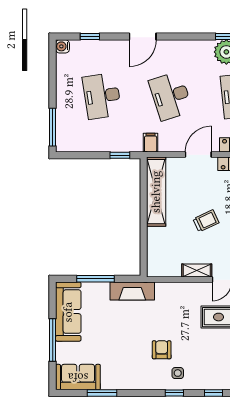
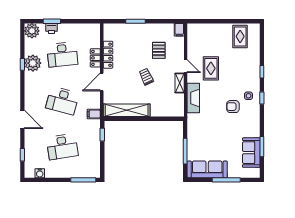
water cooler: (62, 46) -> (40, 173), moved
desk: (171, 96) -> (62, 101), turned 33
door: (198, 155) -> (102, 82), hinge flipped
fireplace: (132, 291) -> (193, 98), moved
sofa: (78, 377) -> (251, 153), moved

